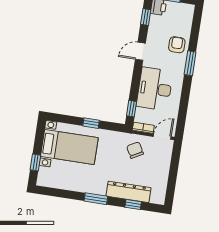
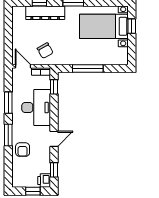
window: (185, 99) -> (8, 103), added
window: (91, 123) -> (88, 68), width x2.17
door: (162, 137) -> (23, 66), swing flipped
bed with nightstands: (69, 147) -> (104, 26), moved

